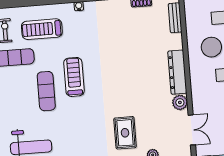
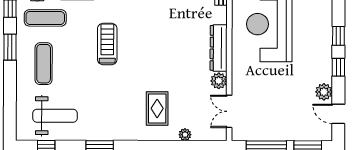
exercise mat: (46, 91) -> (44, 64), moved
double door: (192, 130) -> (229, 111), swing flipped

